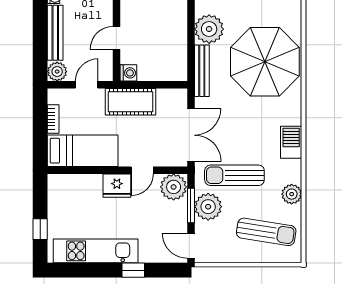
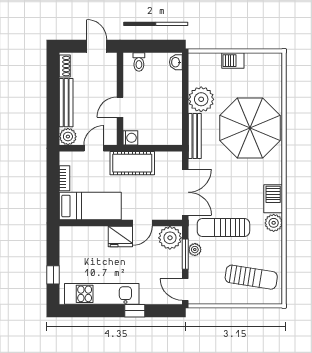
plant: (292, 194) -> (274, 223), moved
plant: (208, 207) -> (195, 250), width x0.53, depth x0.53

